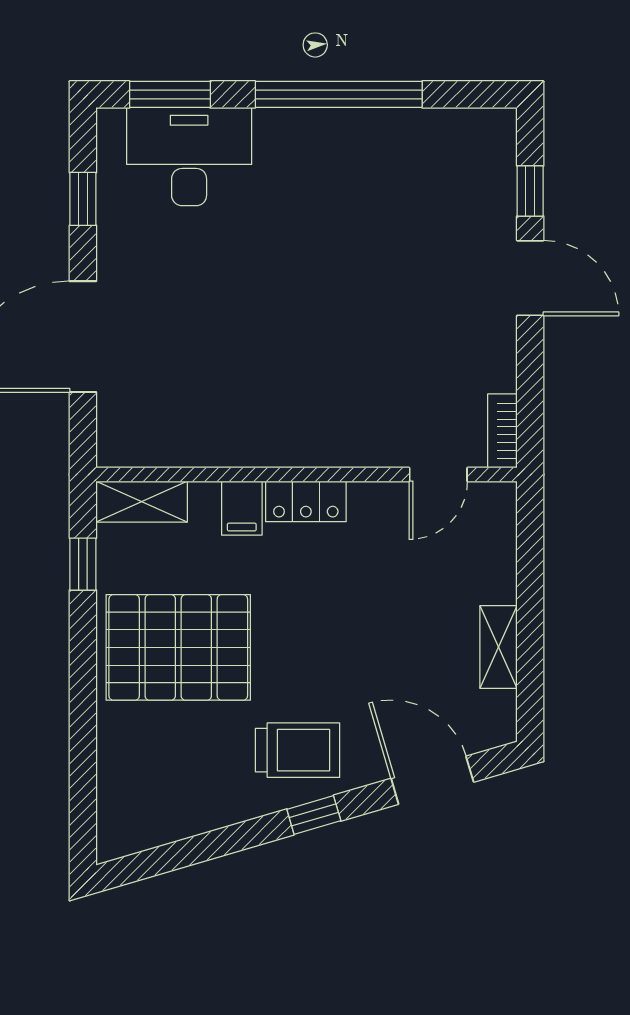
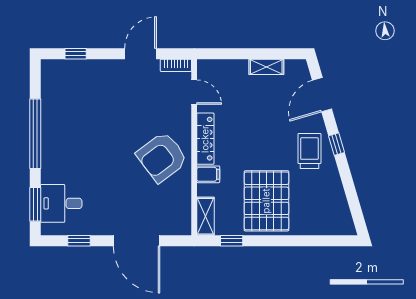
desk: (189, 157) -> (61, 203), width x0.73
door: (530, 278) -> (141, 54), moved
armchair: (283, 398) -> (162, 157), added
locker: (306, 501) -> (205, 139), width x1.53

